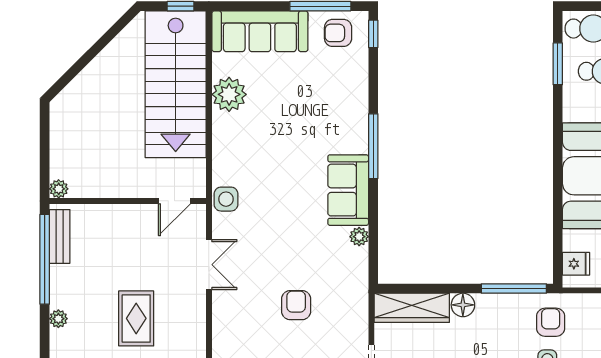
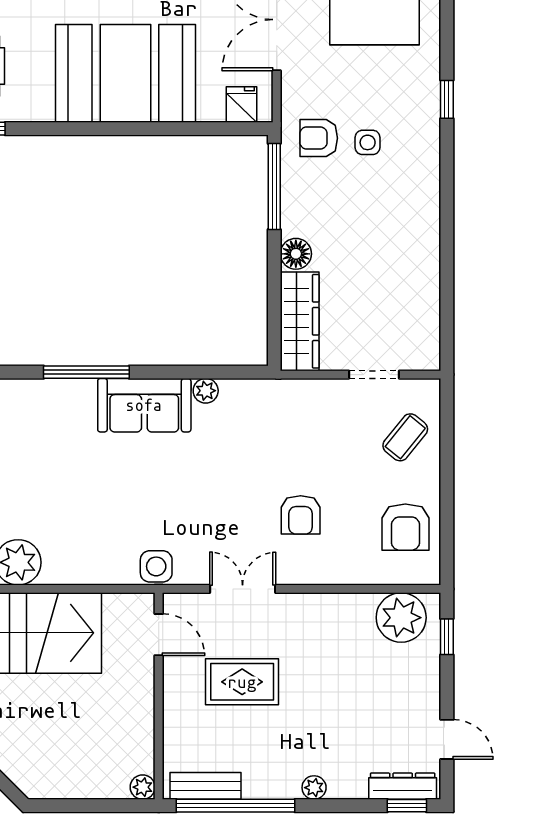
armchair: (296, 305) -> (301, 515), moved, turned -90
rug: (136, 318) -> (242, 682), moved

